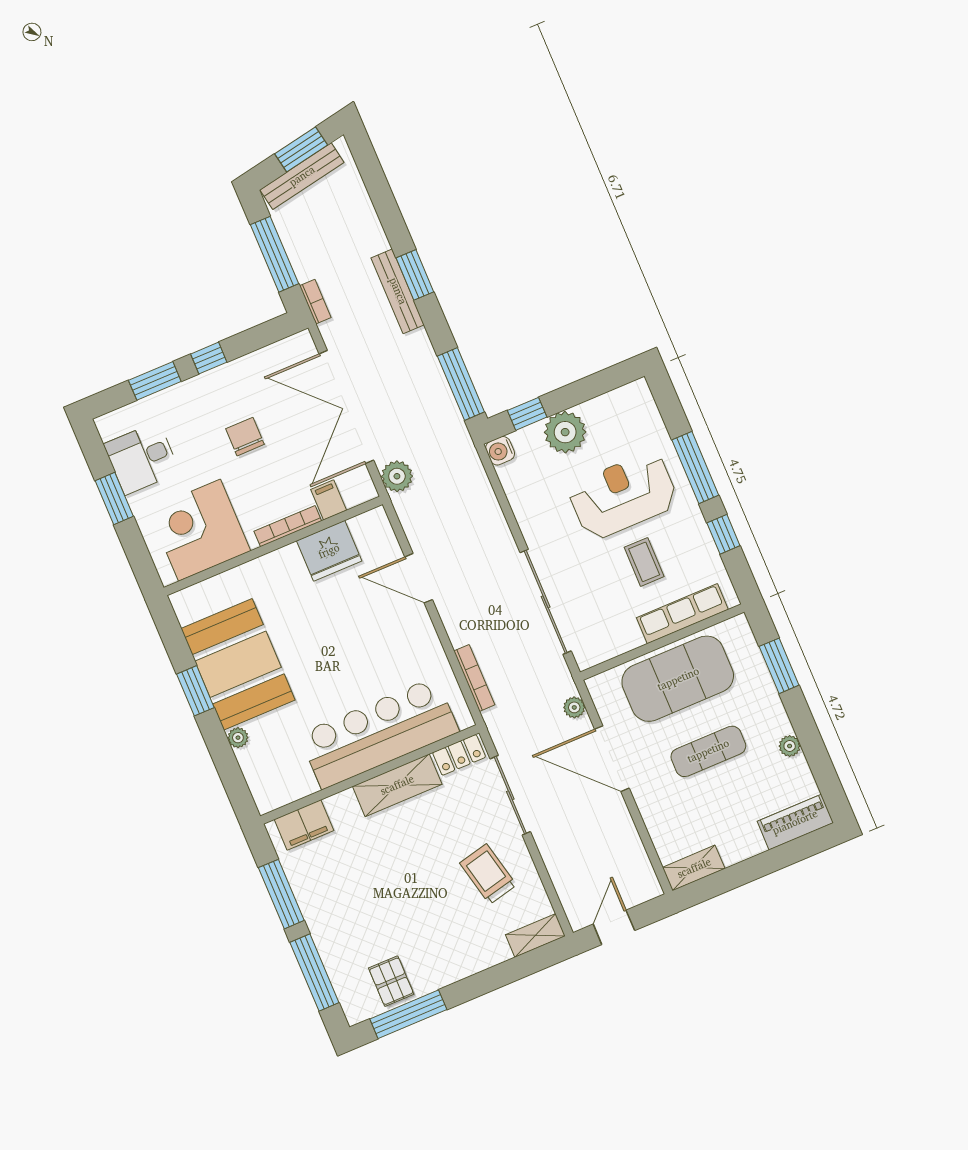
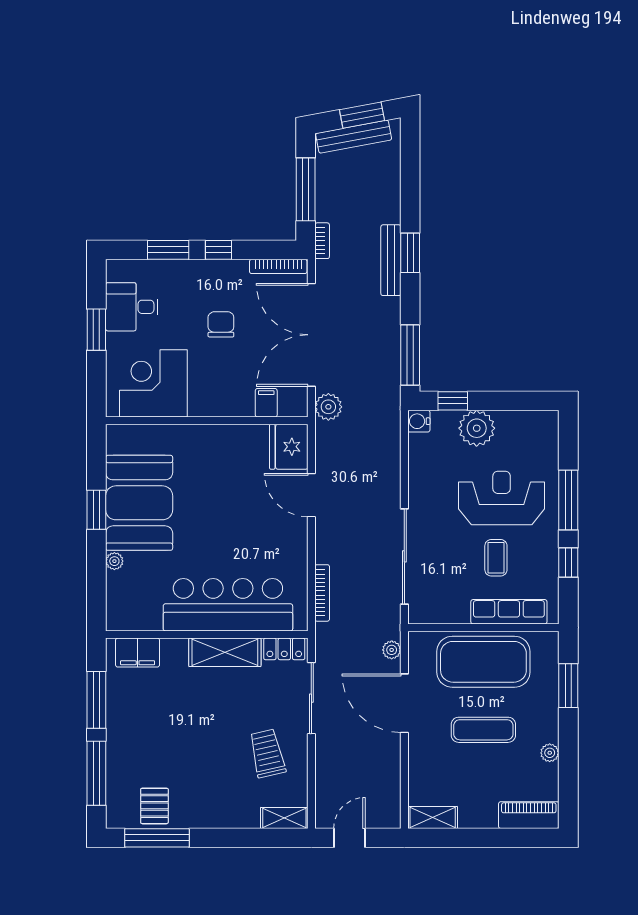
bookcase: (288, 526) -> (278, 266), moved, turned 180
fridge: (329, 551) -> (289, 447), moved, turned 90

